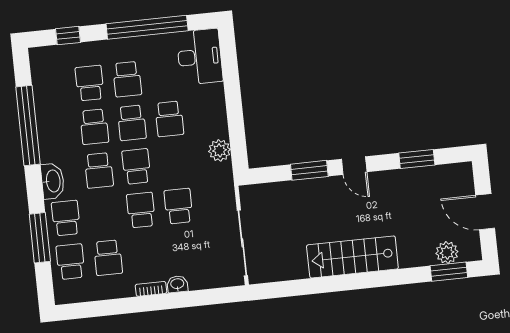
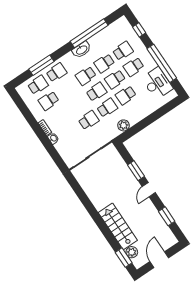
desk: (200, 57) -> (157, 83), moved, turned -90
washbasin: (53, 181) -> (82, 50), moved
school desk: (141, 210) -> (107, 108), moved
stairs: (352, 257) -> (118, 226), moved

